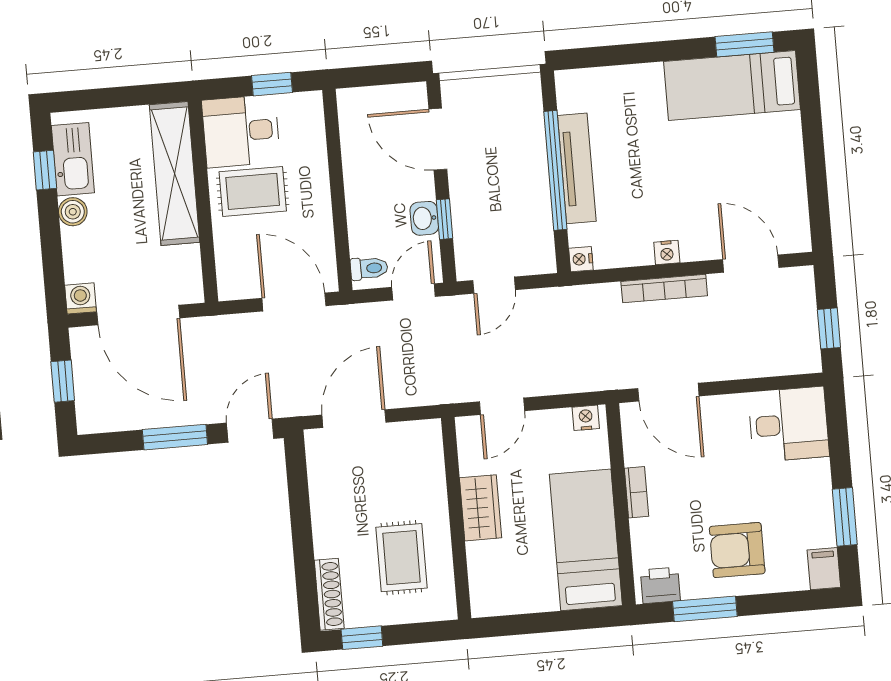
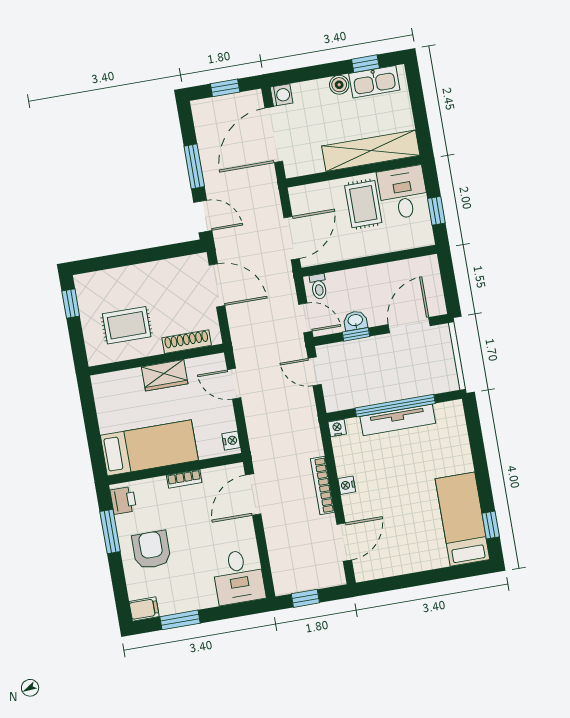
window: (744, 44) -> (491, 525), width x0.67
shoe rack: (329, 594) -> (187, 342), moved, turned 180

